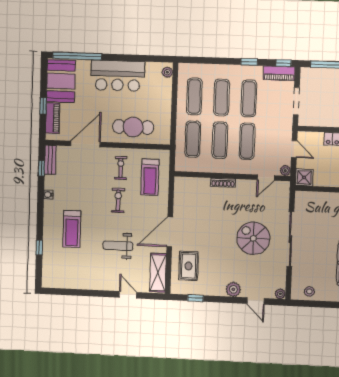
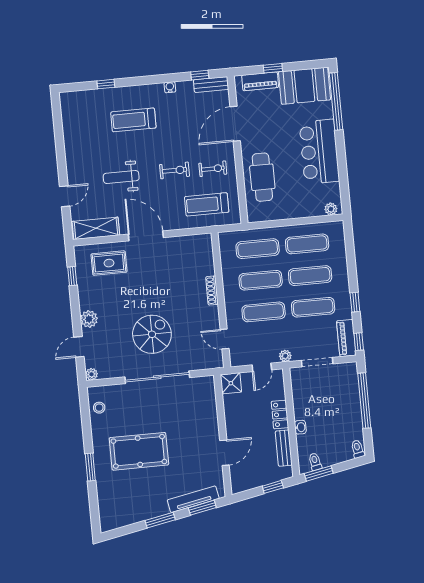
door: (85, 144) -> (235, 124), swing flipped
plant: (285, 171) -> (285, 356), moved
weight bench: (118, 246) -> (121, 177), turned -90

